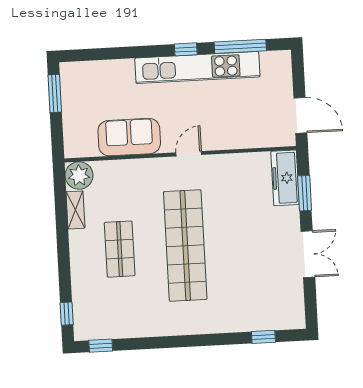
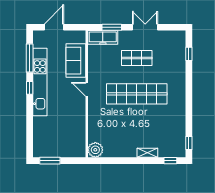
door: (300, 115) -> (54, 27), moved
sofa: (129, 137) -> (76, 61), moved
shelving: (75, 210) -> (147, 153), moved
shop shelf: (120, 249) -> (137, 58), moved

